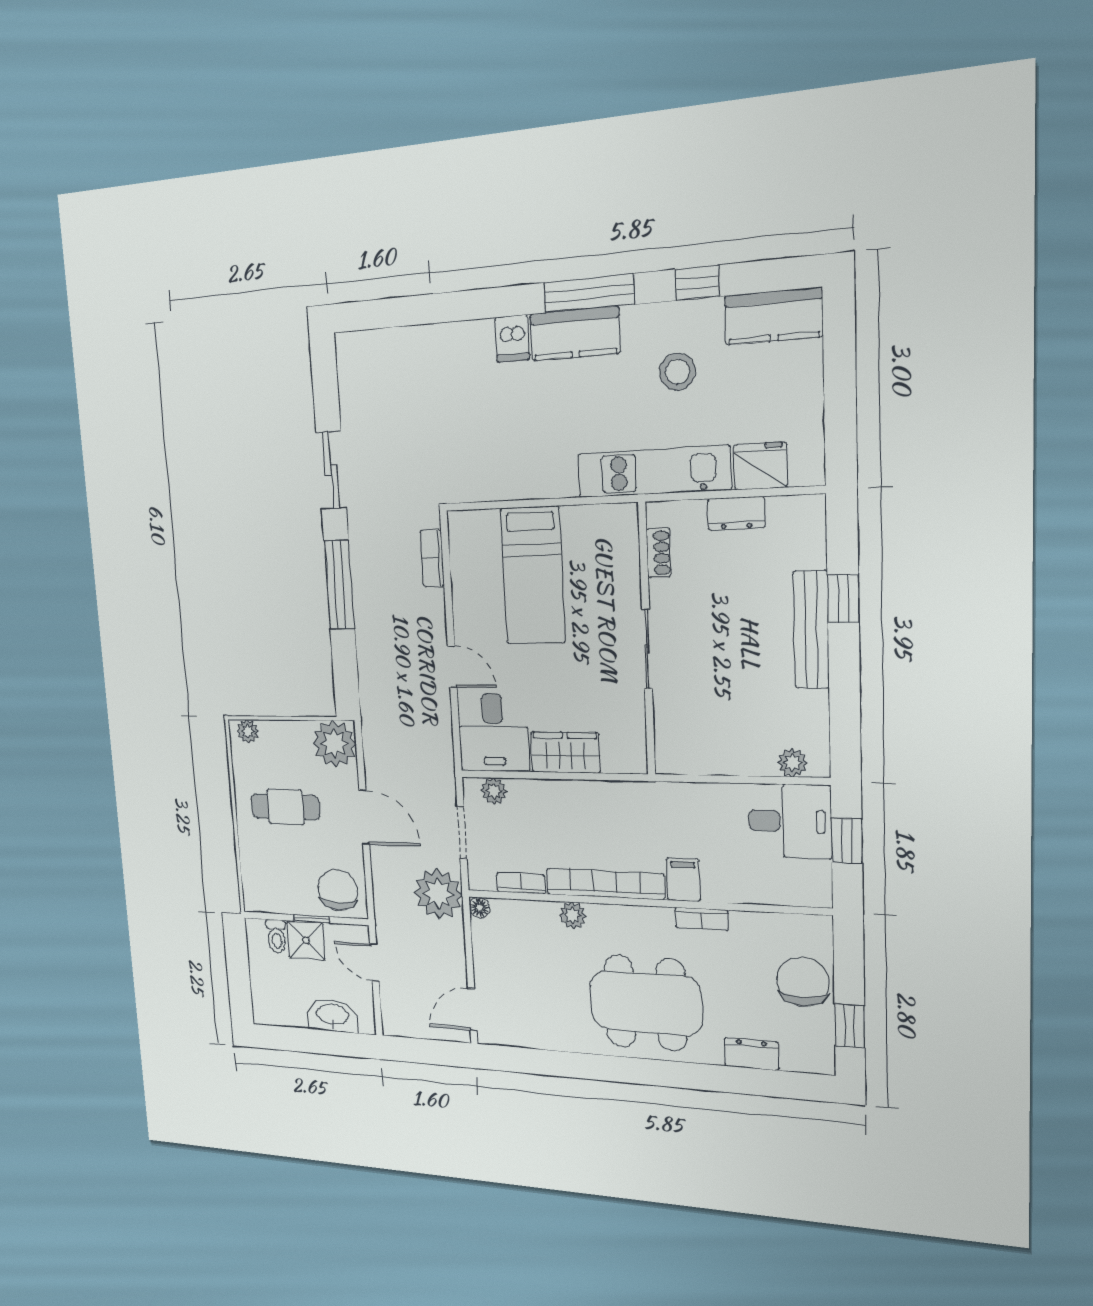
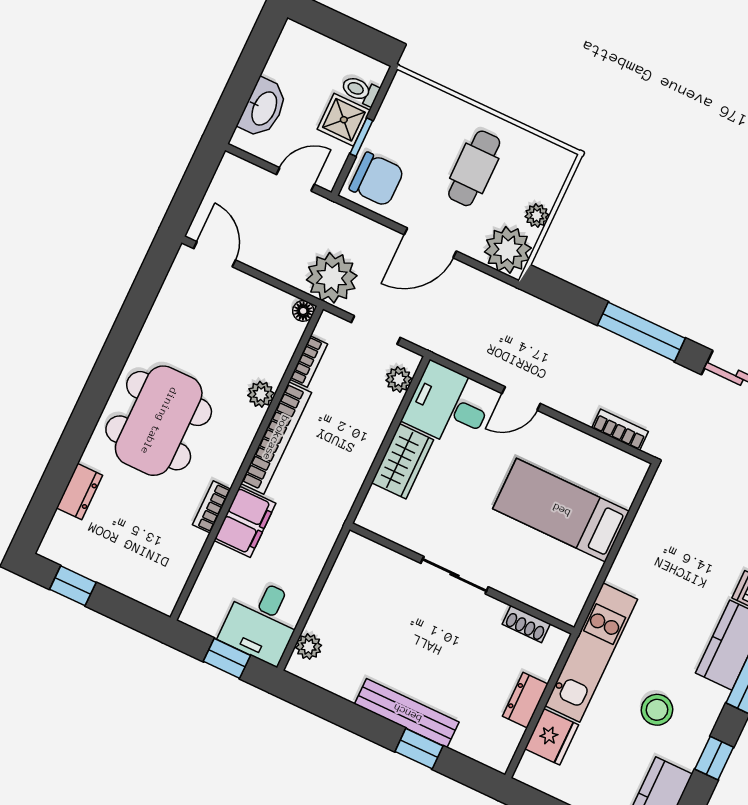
plant: (248, 731) -> (537, 216), moved
filing cabinet: (683, 880) -> (245, 522), width x2.00
chair: (803, 982) -> (125, 566), removed

